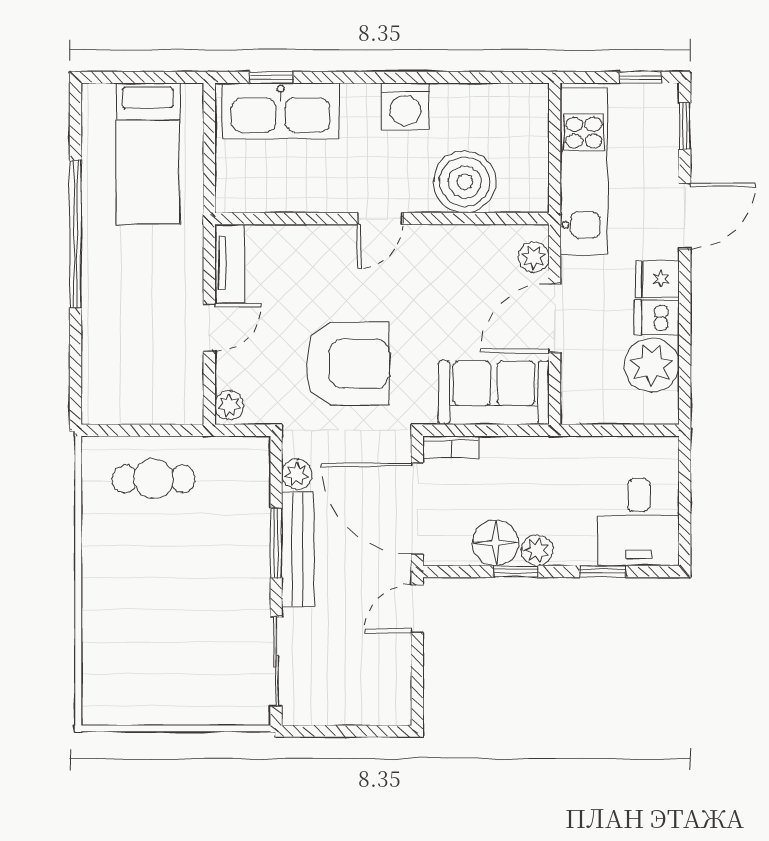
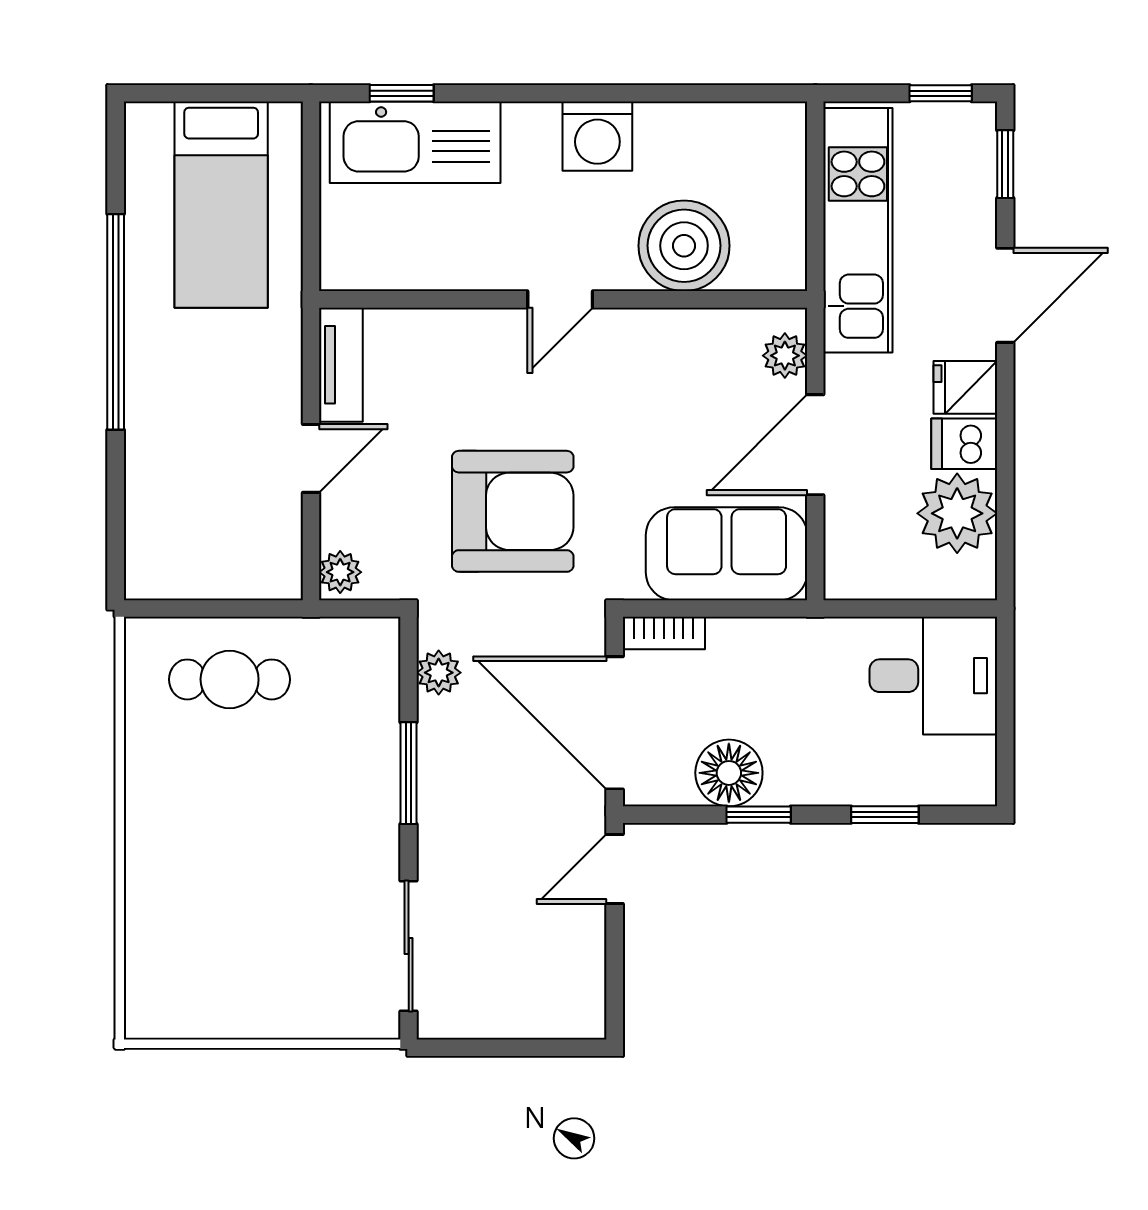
desk: (639, 522) -> (933, 676), moved, turned -90
bench: (298, 549) -> (440, 782), removed
plant: (537, 550) -> (789, 784), removed

